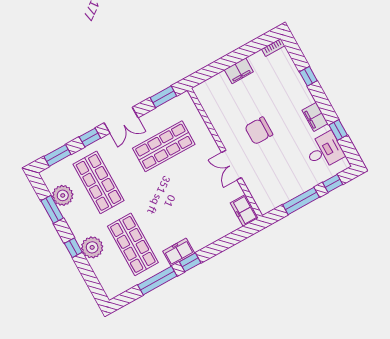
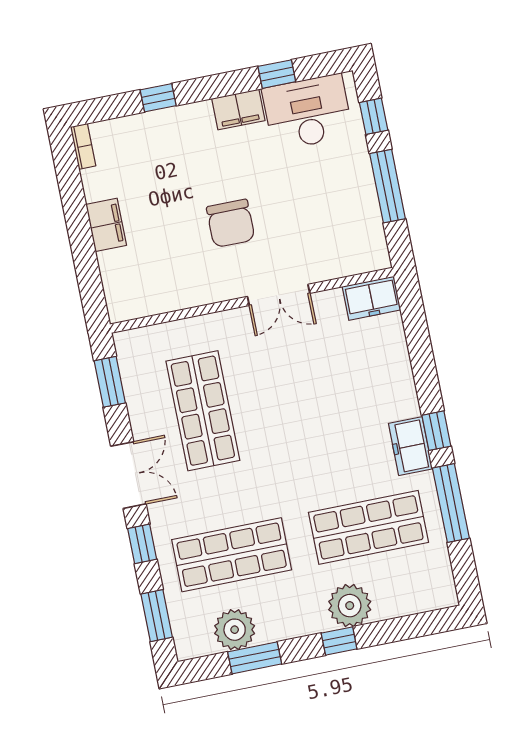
desk: (324, 151) -> (307, 112), width x1.37

